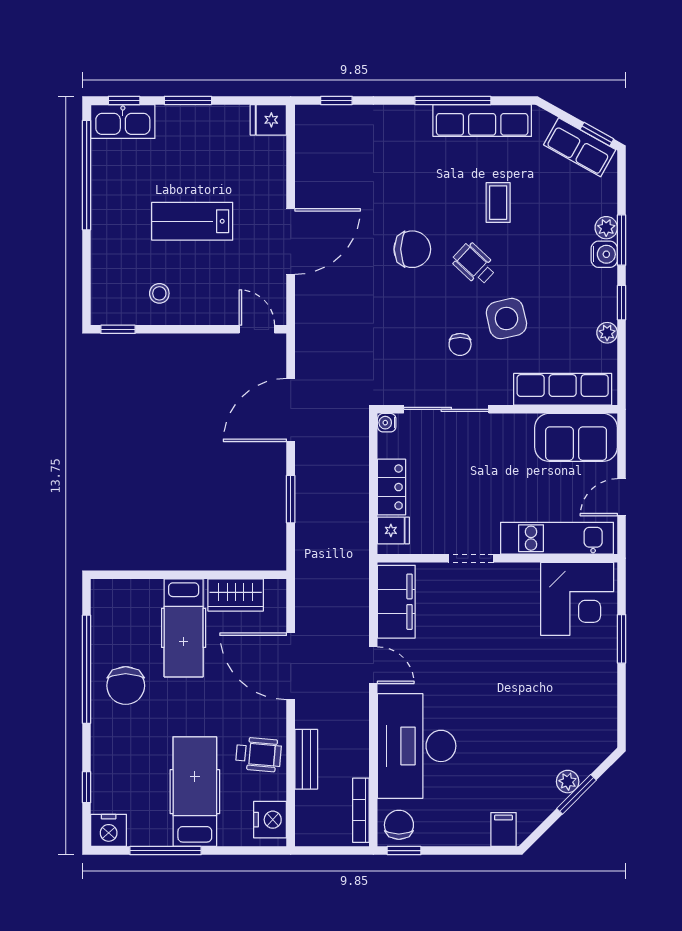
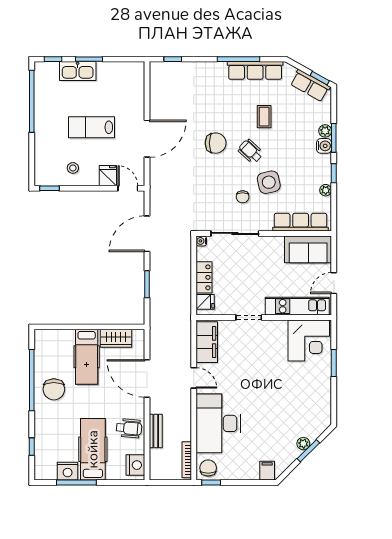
fridge: (268, 120) -> (108, 176), moved, turned 90
kitchen sink: (123, 122) -> (78, 71), moved
nightstand: (109, 830) -> (68, 471), moved

